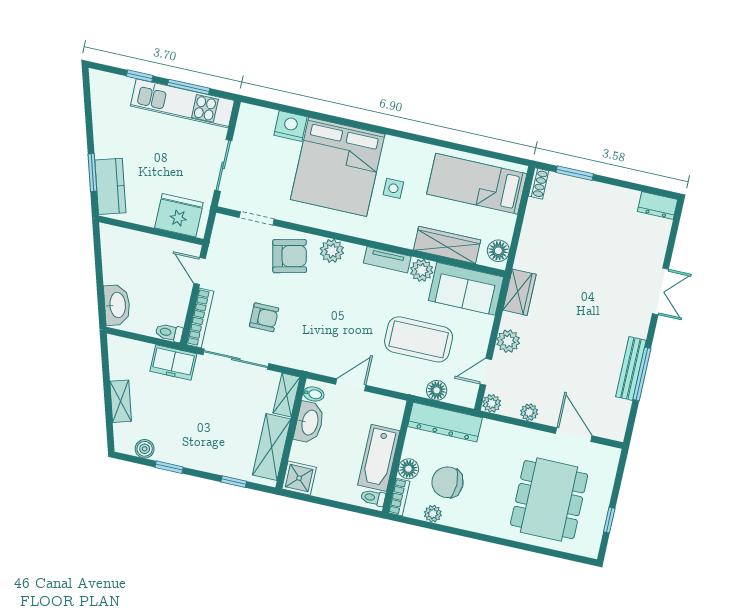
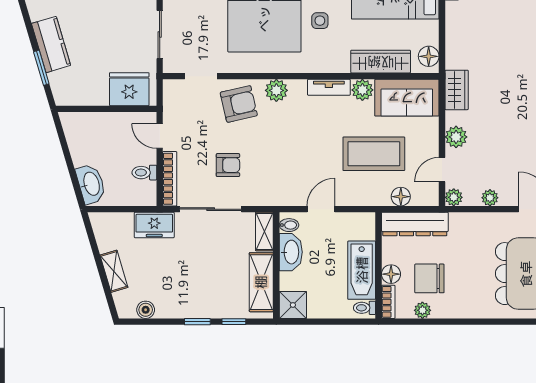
kitchen counter: (110, 186) -> (51, 44), moved
toilet: (169, 333) -> (144, 173), moved
window: (169, 467) -> (197, 322), moved

